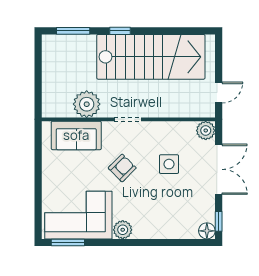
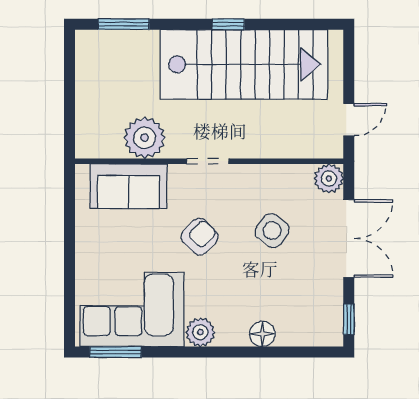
window: (120, 31) -> (228, 24), moved
side table: (169, 164) -> (272, 231), turned 36
floor lamp: (207, 231) -> (262, 334), moved

